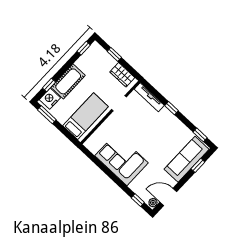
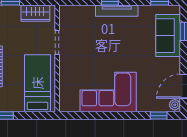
tv unit: (149, 97) -> (117, 11), moved
sofa: (187, 159) -> (168, 36), width x0.73

